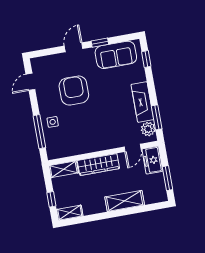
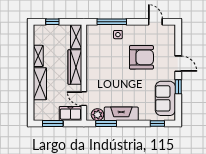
shelving: (70, 213) -> (38, 56), moved

